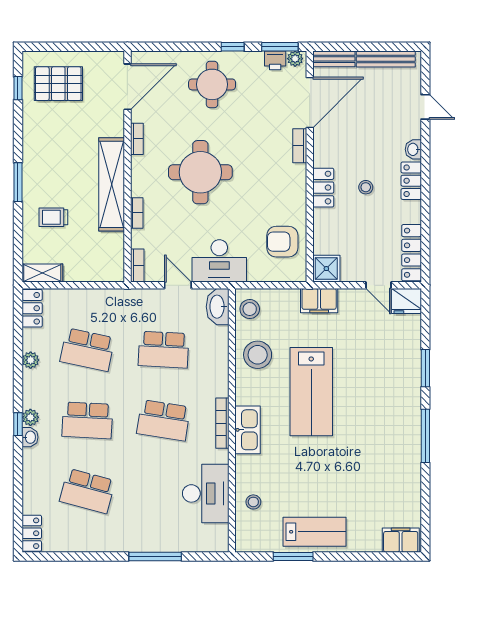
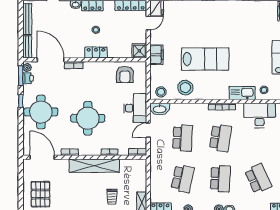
round table: (212, 84) -> (41, 112), width x1.36, depth x1.36
kitchen sink: (248, 430) -> (242, 93), moved
school desk: (87, 491) -> (258, 179), turned -39

